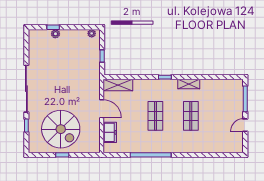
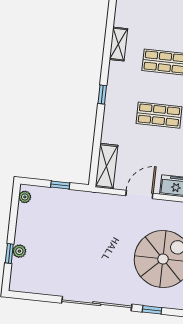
shelving: (189, 84) -> (118, 44), moved

